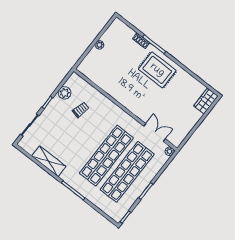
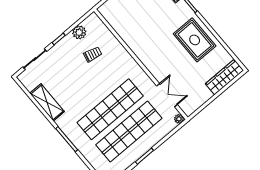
rug: (157, 70) -> (195, 40), moved
wardrobe: (206, 101) -> (224, 77), width x1.50

